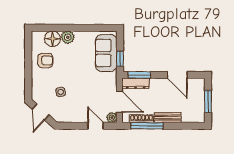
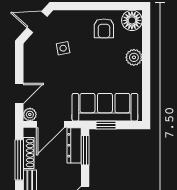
floor lamp: (52, 39) -> (132, 20), moved
sofa: (106, 53) -> (105, 107), width x1.36

